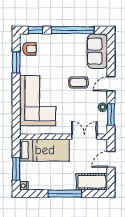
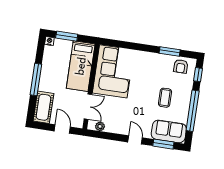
coffee table: (78, 82) -> (165, 98), moved
corner sofa: (38, 101) -> (113, 71), moved, turned -90
plant: (103, 107) -> (100, 126), moved
window: (111, 114) -> (163, 144), moved

